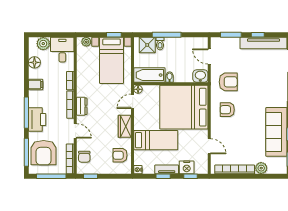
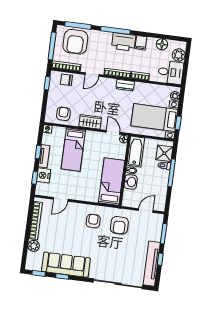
washbasin: (200, 76) -> (131, 182), moved
dresser: (82, 106) -> (125, 85), moved
bed: (184, 107) -> (112, 182), width x0.49
printer: (37, 120) -> (124, 42), moved
armchair: (44, 153) -> (75, 42), turned -90

